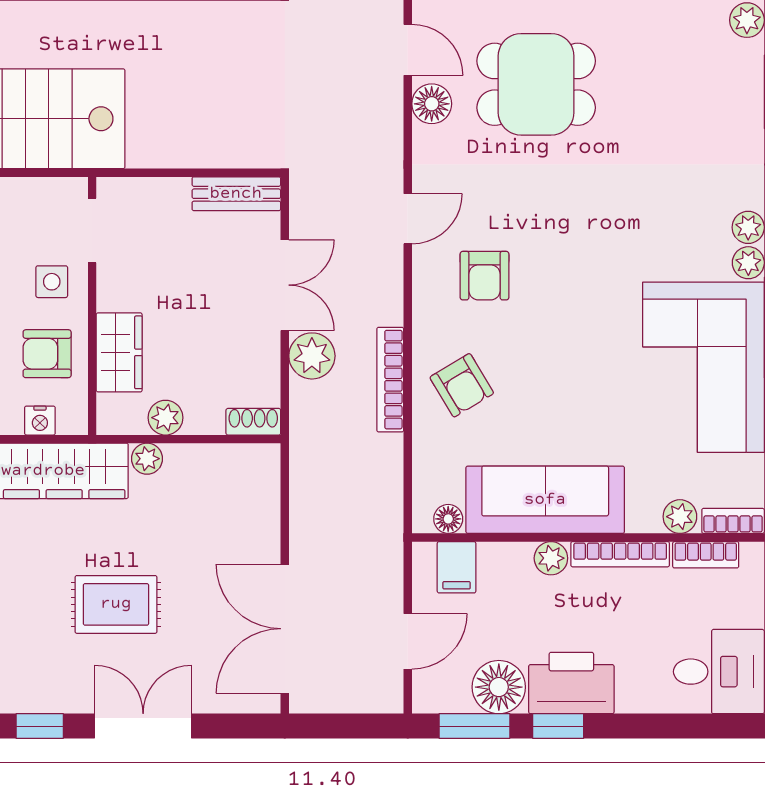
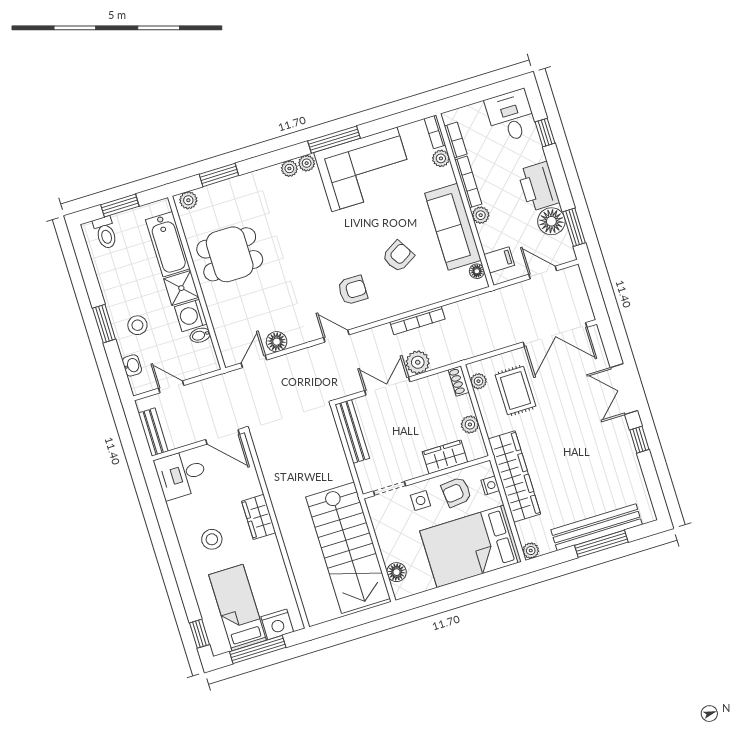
dining table: (536, 84) -> (230, 254), moved, turned 90
bench: (236, 194) -> (352, 431), width x1.36
armchair: (47, 354) -> (456, 492), turned 84
armchair: (462, 385) -> (398, 256), moved
plant: (147, 459) -> (478, 381), moved
rug: (116, 604) -> (515, 390), moved
window: (558, 726) -> (545, 133), moved

